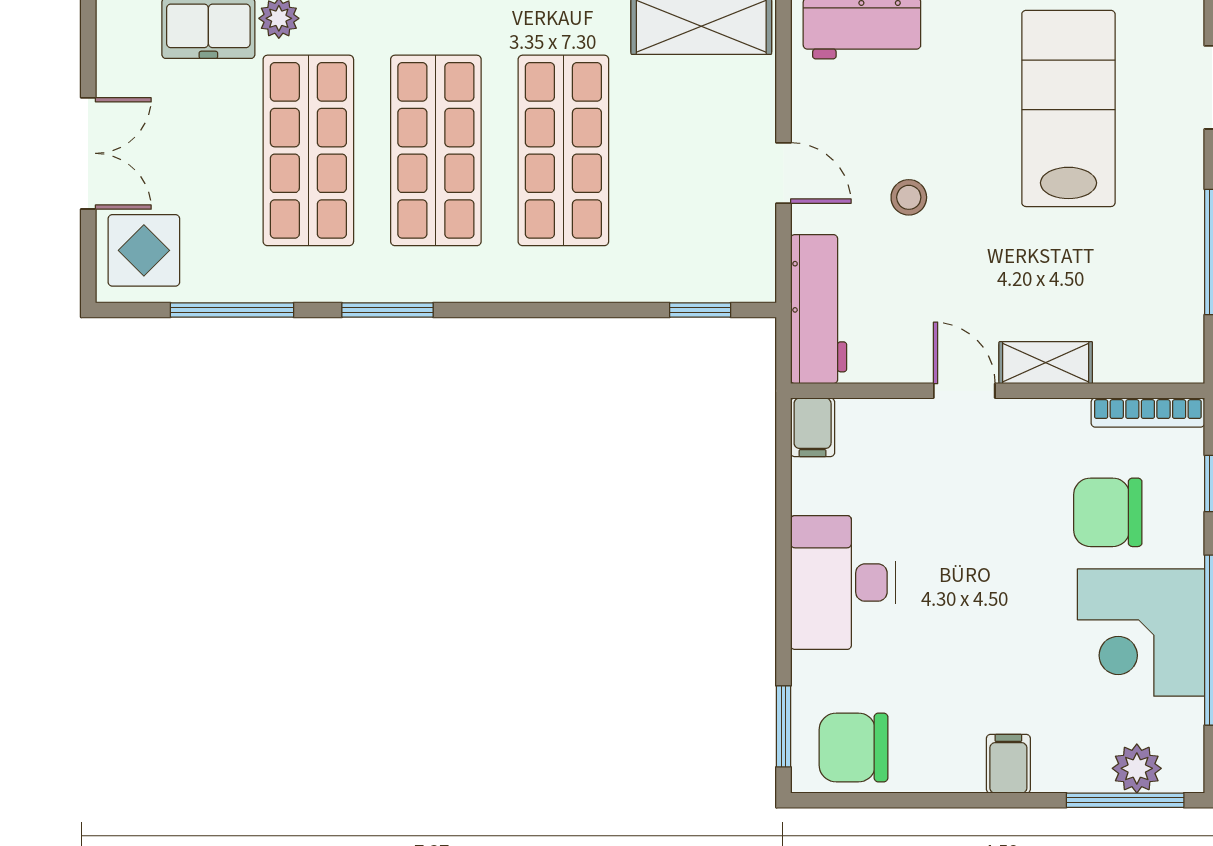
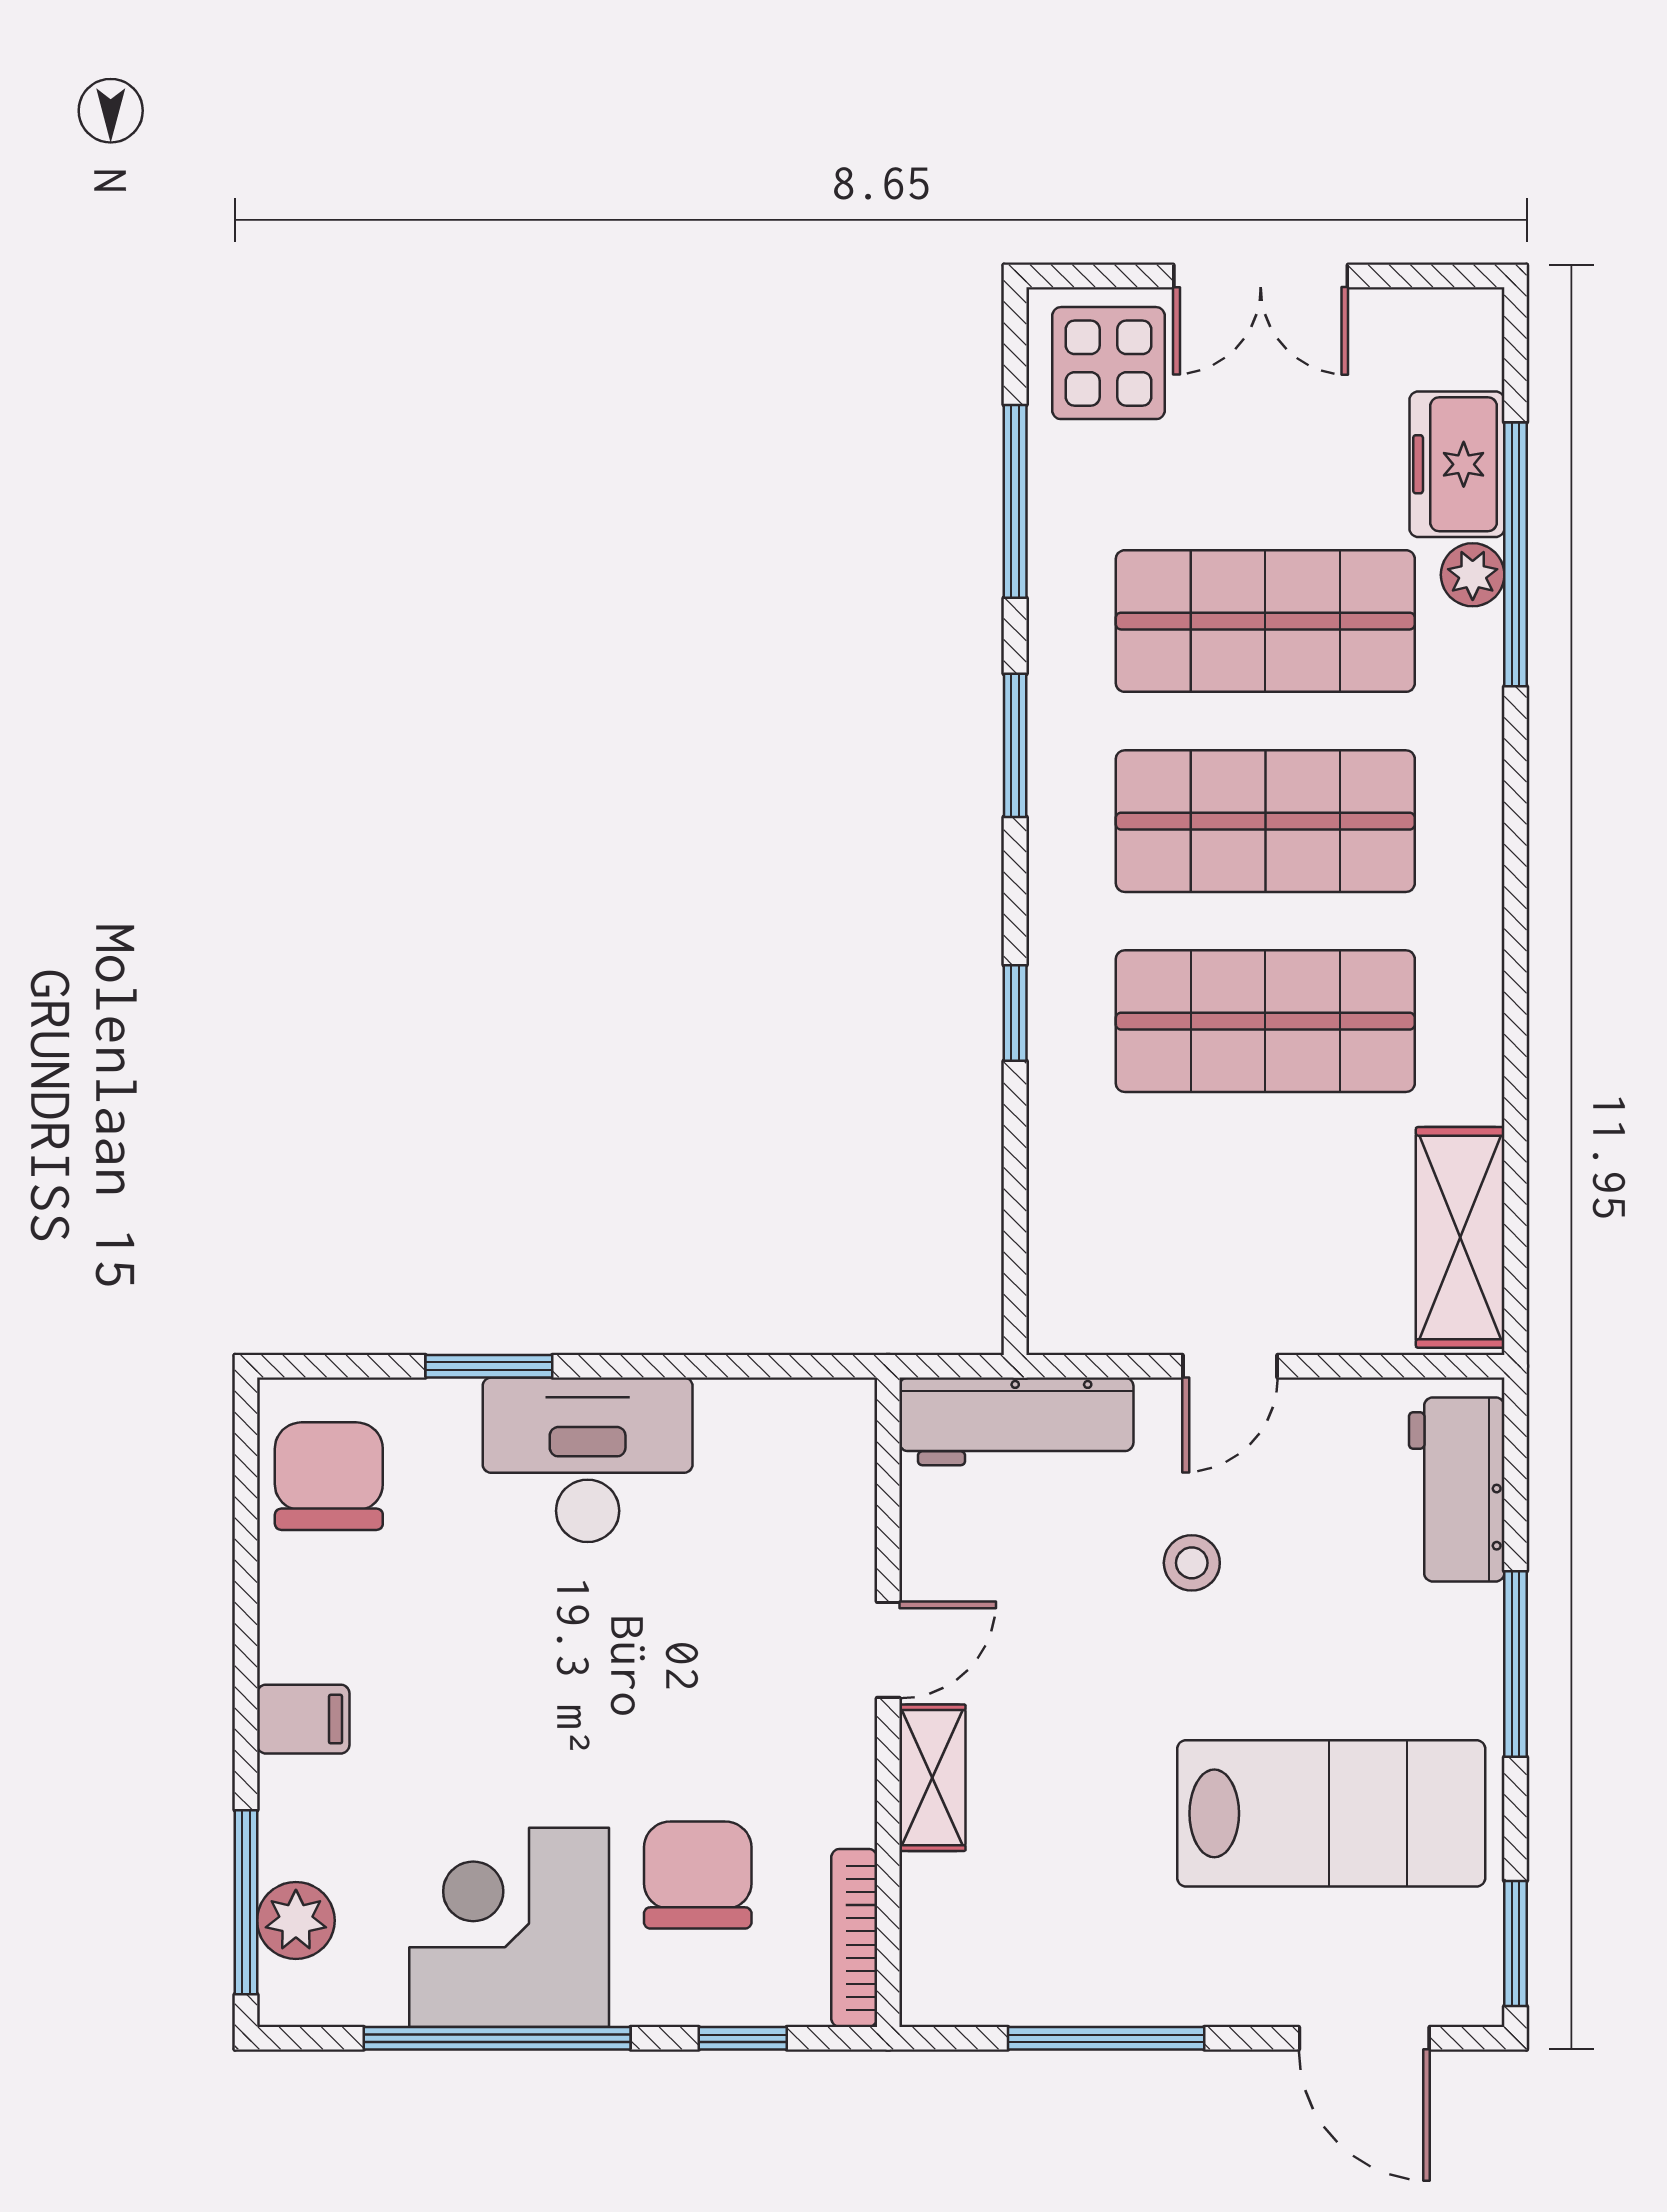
window: (700, 310) -> (1015, 1013), moved
filing cabinet: (813, 427) -> (831, 1412), removed
window: (783, 726) -> (489, 1366), moved

